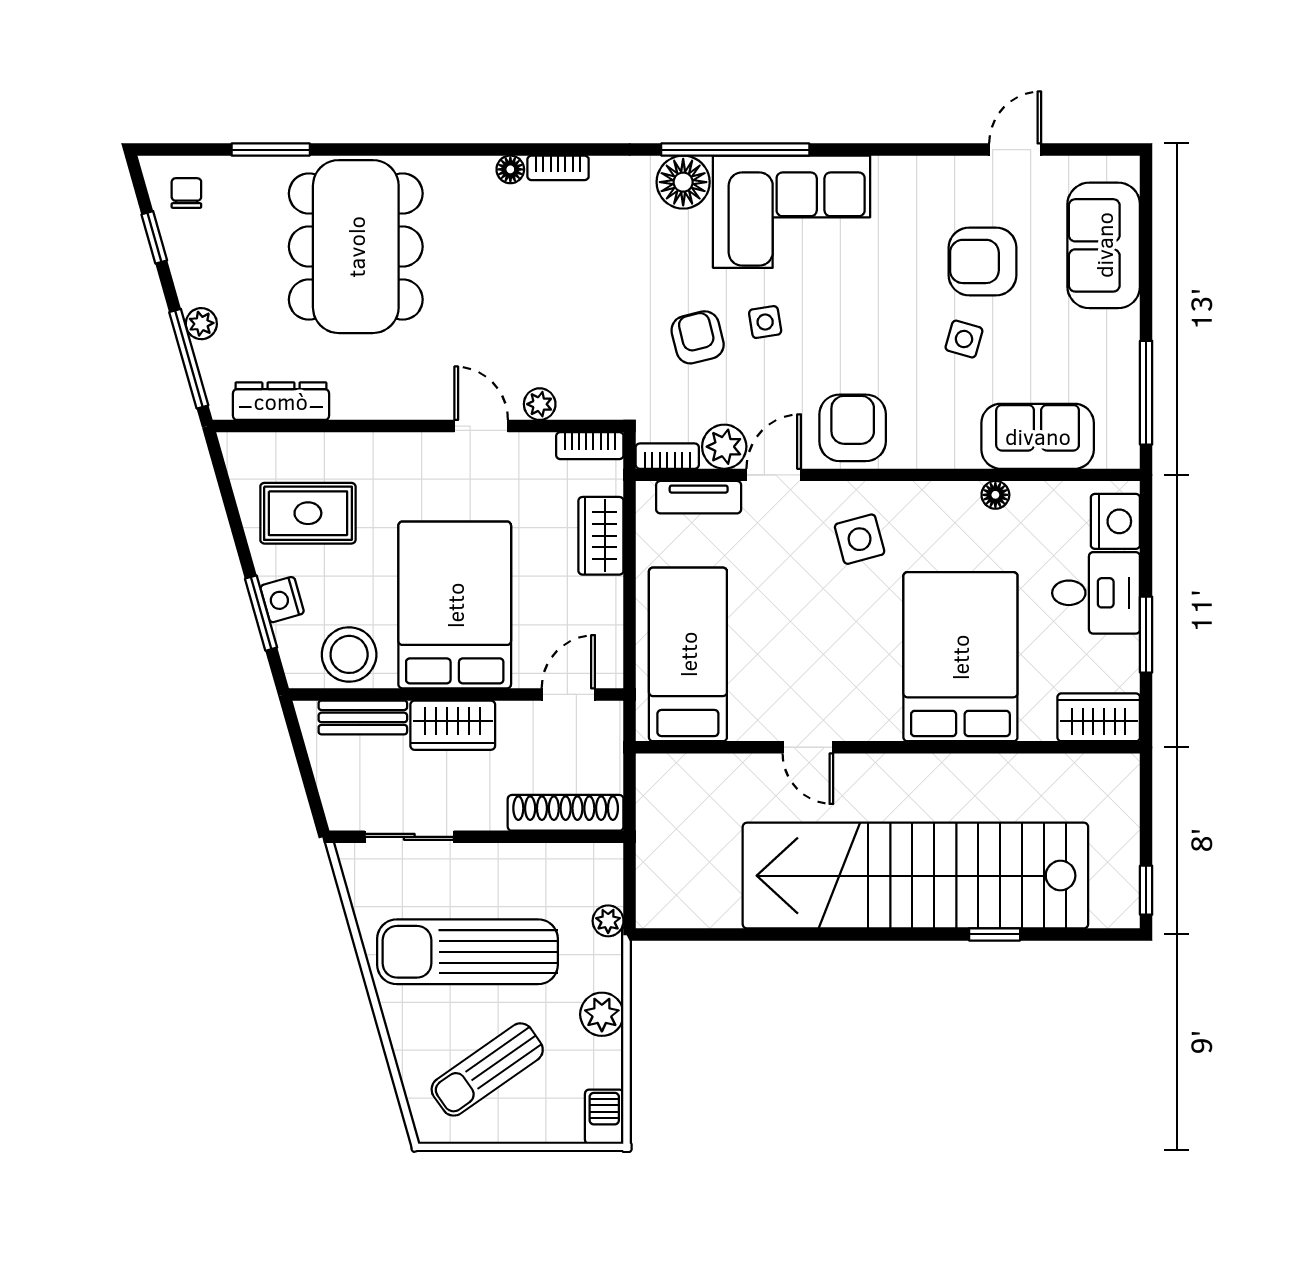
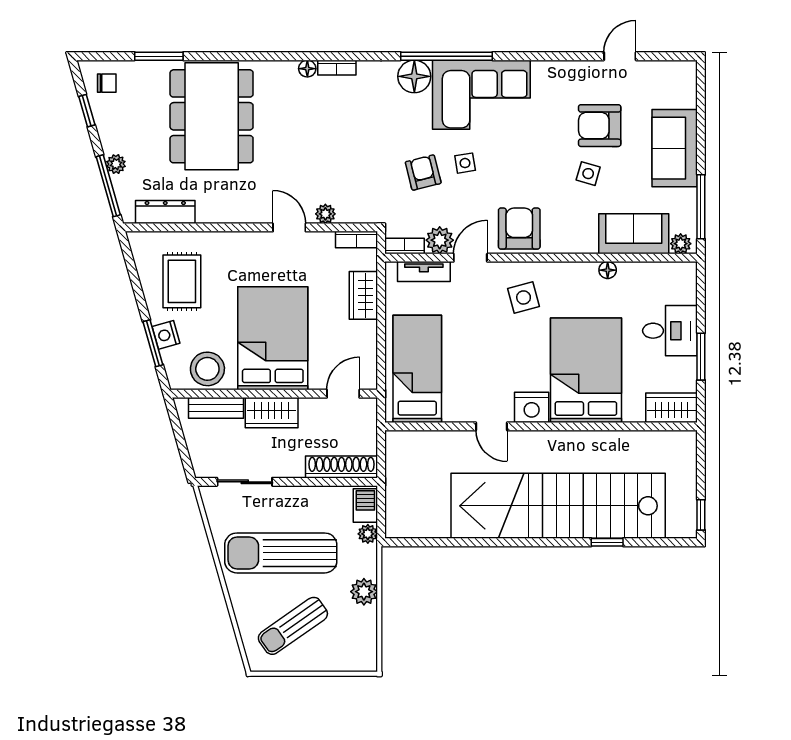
chair: (186, 193) -> (107, 83), turned 90
sofa: (1104, 245) -> (675, 148), moved
plant: (1113, 452) -> (681, 244), added
rug: (308, 513) -> (182, 281), turned 90
nightstand: (1115, 521) -> (532, 407), moved, turned 90
barbecue: (604, 1117) -> (365, 505), moved

